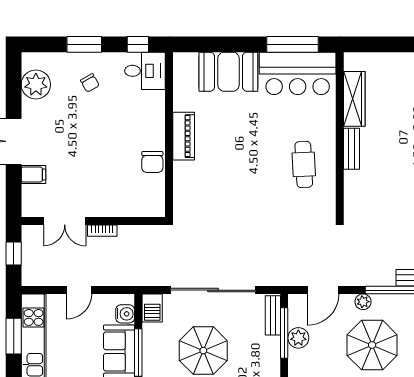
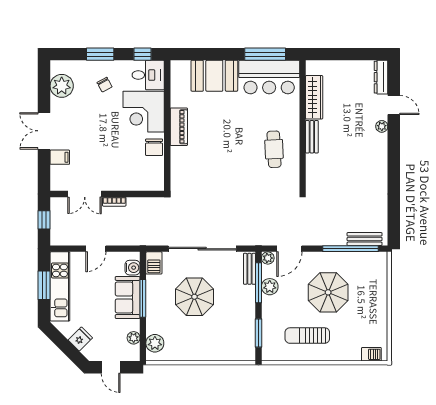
corner desk: (139, 117) -> (144, 112), added
plant: (363, 302) -> (268, 258), moved

